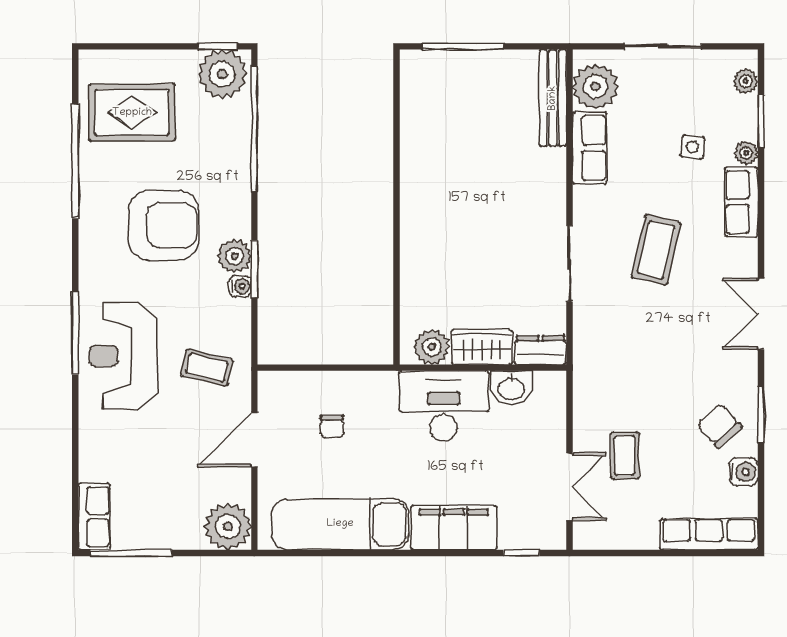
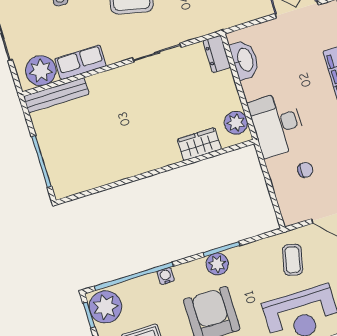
water cooler: (240, 286) -> (166, 276), moved
wardrobe: (482, 347) -> (199, 144), moved, turned 90
washbasin: (511, 388) -> (245, 60), width x1.38
desk: (444, 406) -> (277, 124), moved

